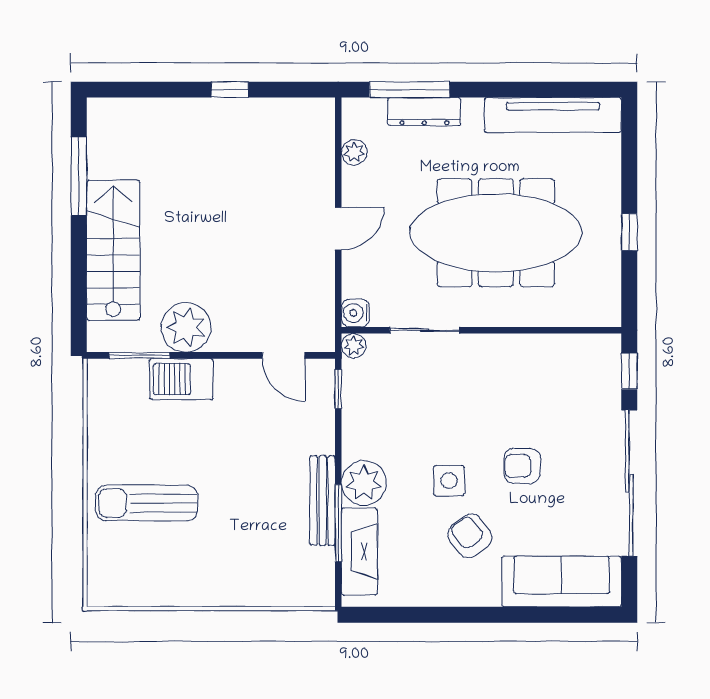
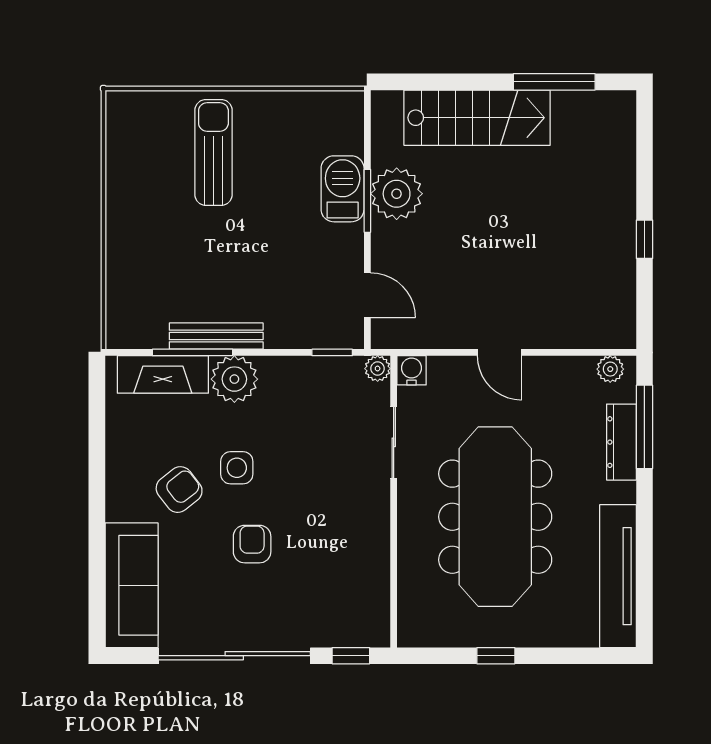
plant: (354, 152) -> (610, 369), moved
window: (139, 355) -> (367, 201), moved
door: (284, 355) -> (367, 295), swing flipped

